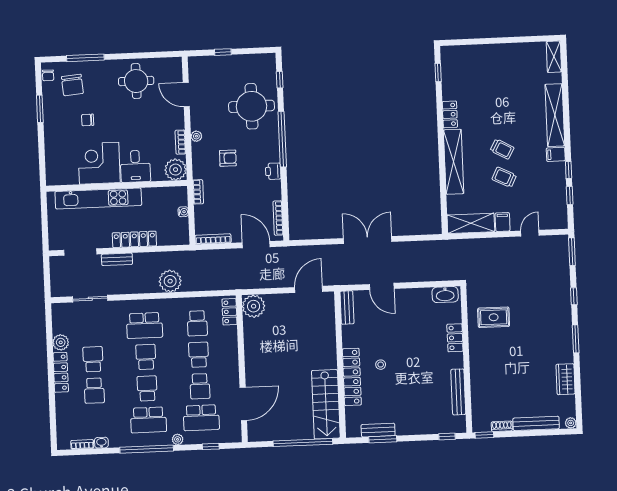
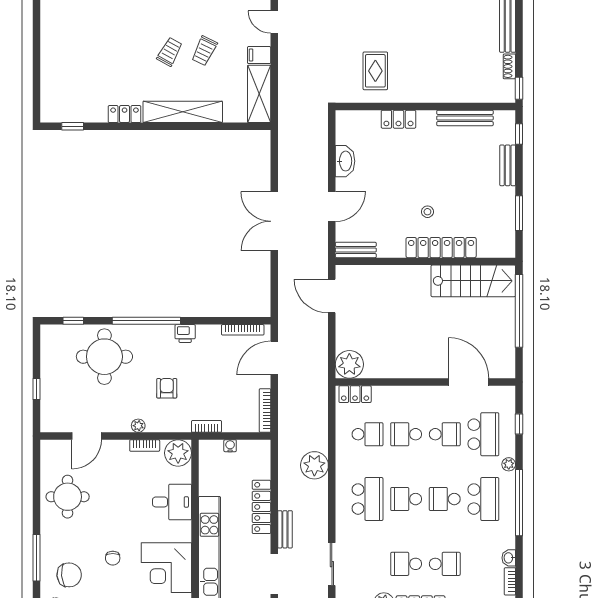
corner desk: (99, 163) -> (166, 568), moved
washbasin: (445, 295) -> (345, 161), moved
bench: (378, 430) -> (508, 165), moved

